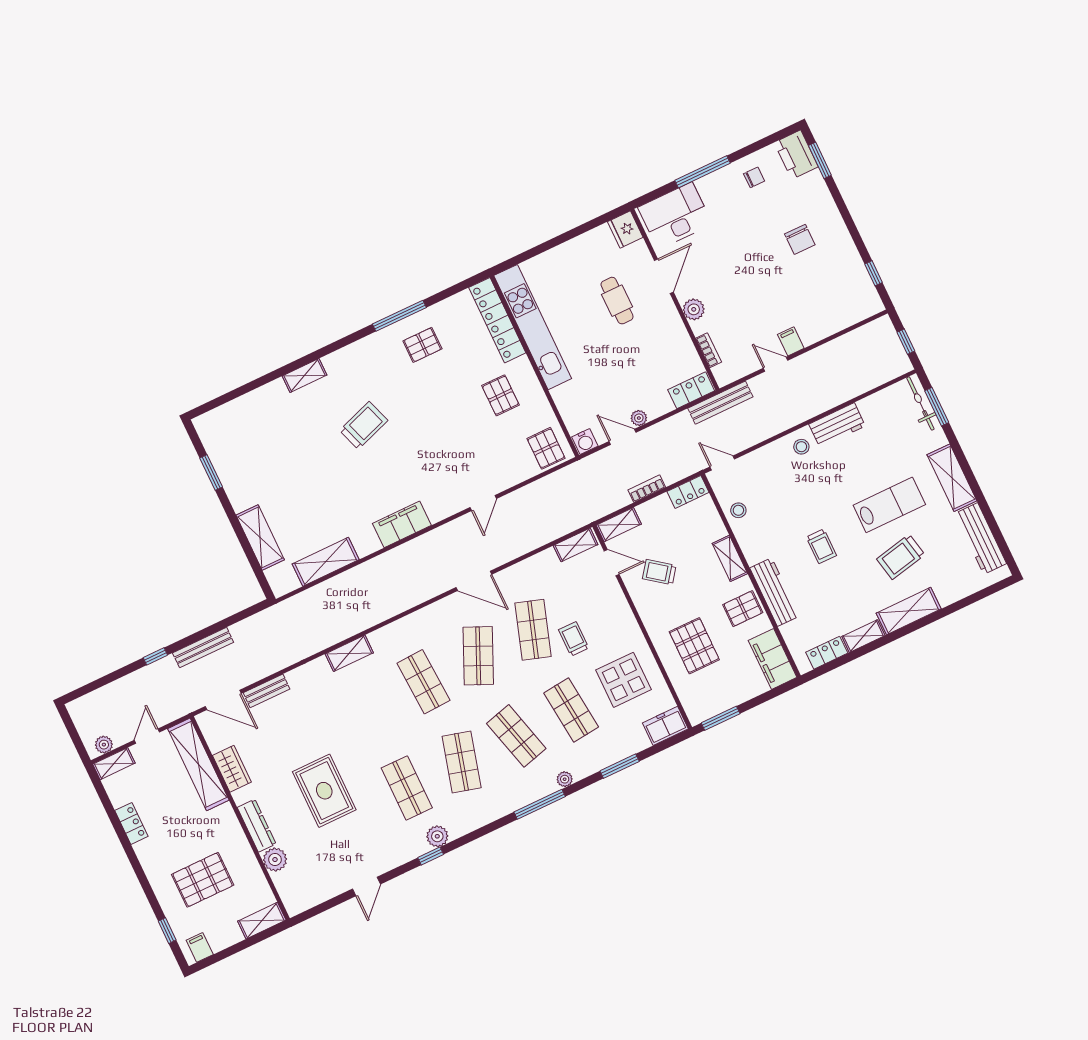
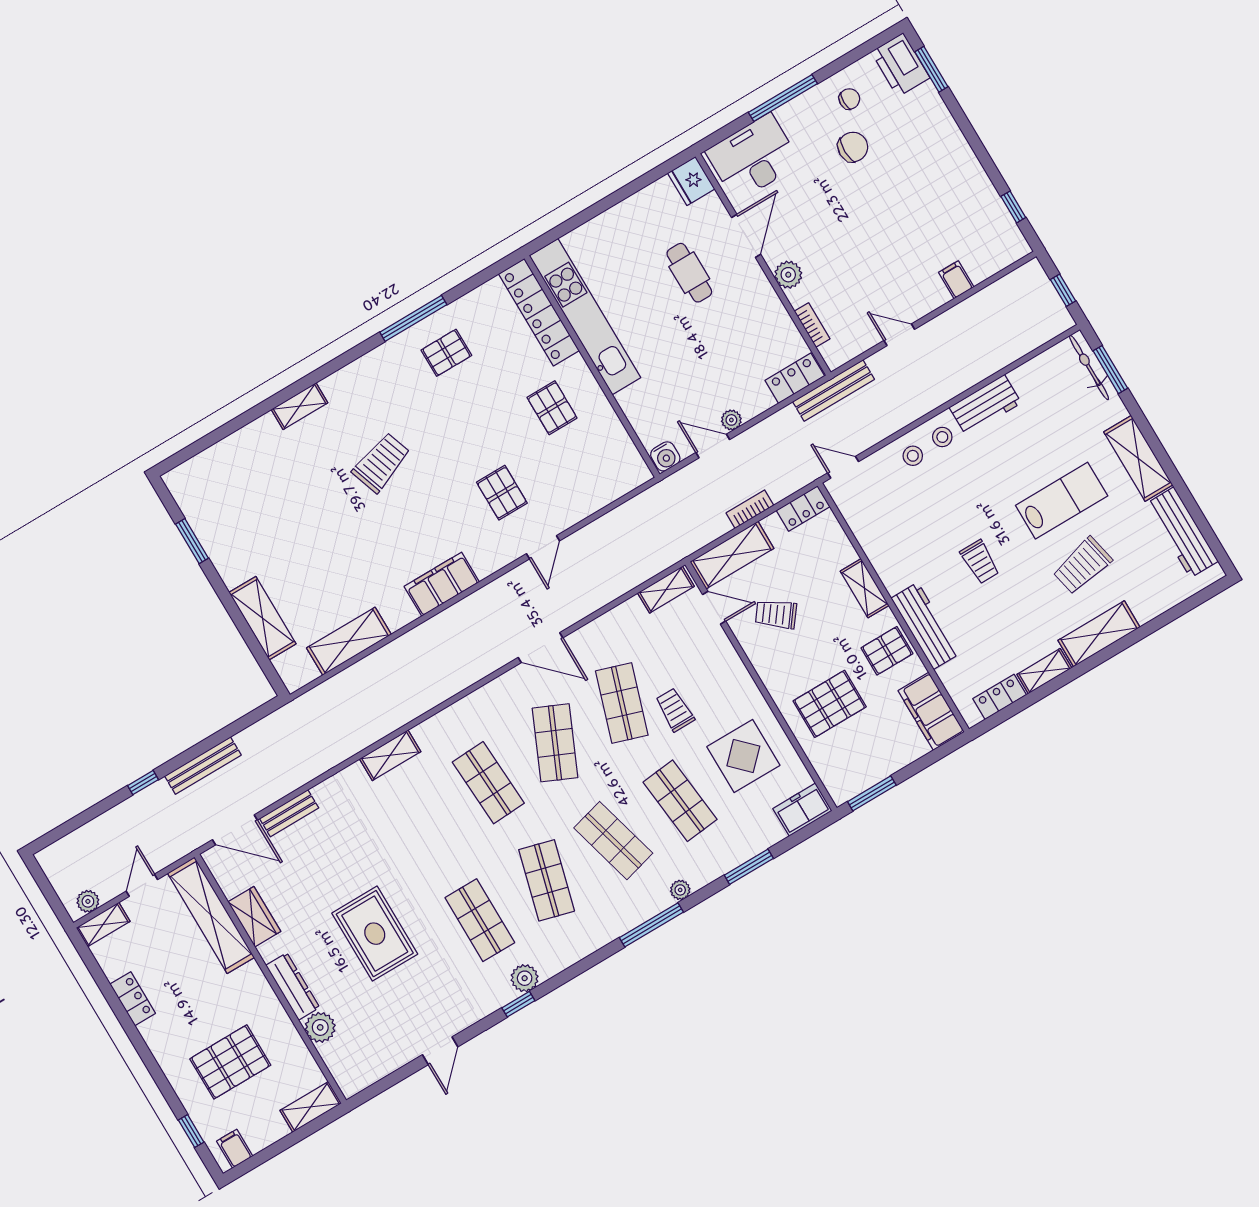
chair: (800, 239) -> (853, 147), moved, turned -90
filing cabinet: (791, 341) -> (956, 280), moved
pallet: (546, 448) -> (502, 493), moved
stool: (738, 510) -> (913, 456), moved
shelving: (619, 525) -> (732, 555), width x1.50, depth x1.33
pallet: (694, 646) -> (830, 704), turned 90

